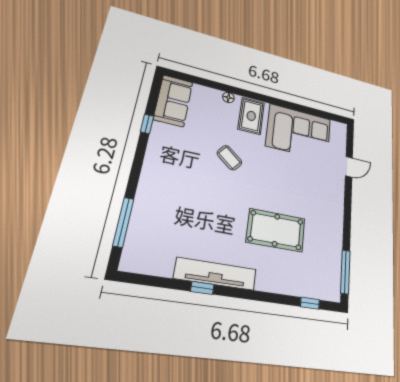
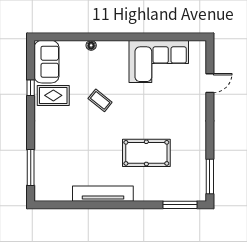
rug: (251, 116) -> (53, 95), moved, turned 90
window: (202, 288) -> (95, 205), removed
window: (310, 303) -> (180, 205), width x2.17

